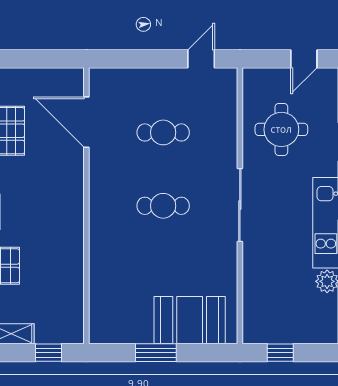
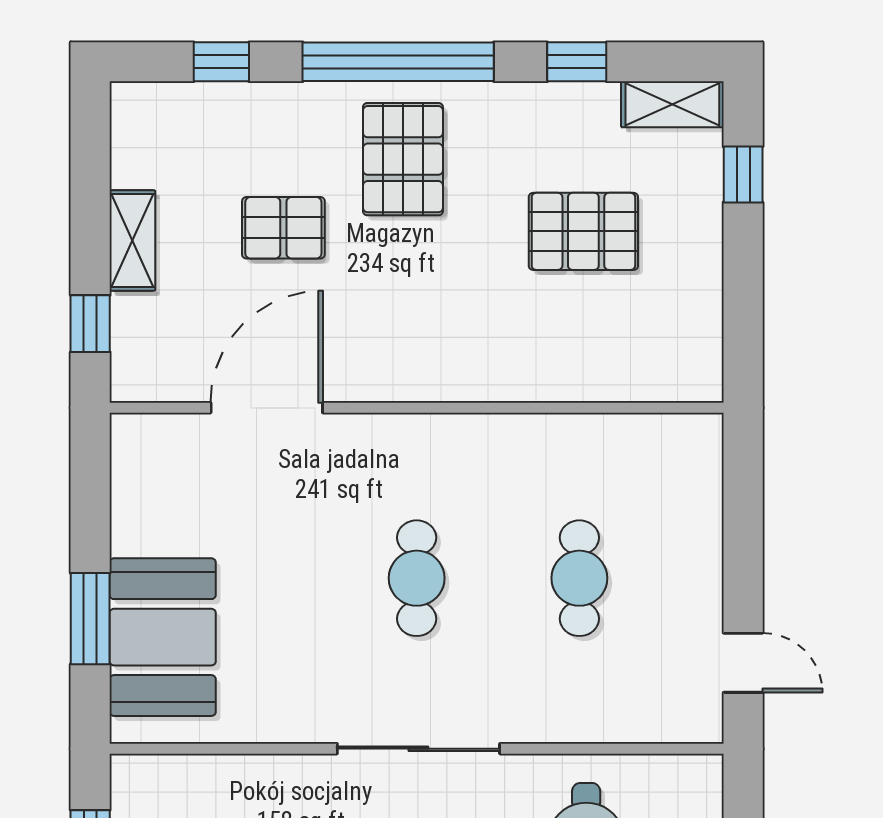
door: (86, 122) -> (267, 408), moved
window: (156, 353) -> (90, 619), moved

